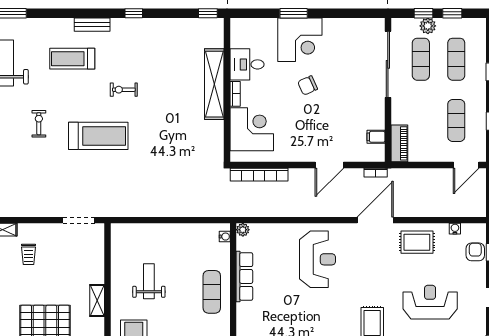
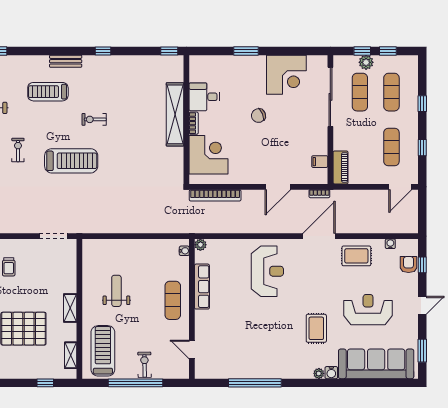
corner desk: (300, 40) -> (286, 75), moved

